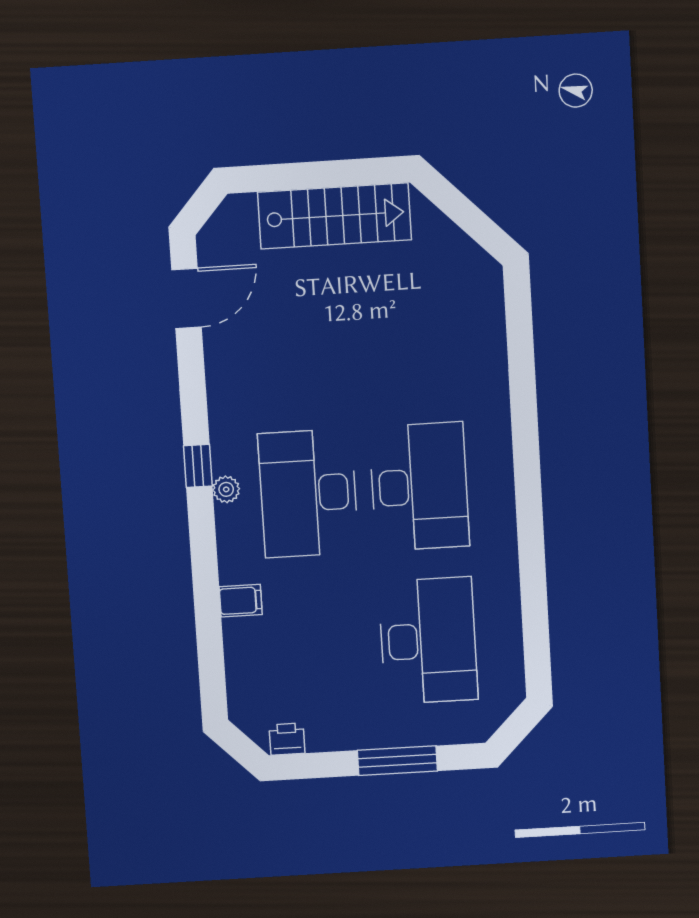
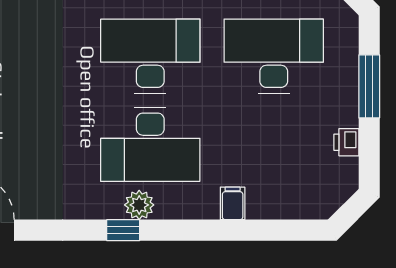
plant: (226, 489) -> (139, 205), width x1.38, depth x1.38
printer: (287, 739) -> (346, 142), moved

